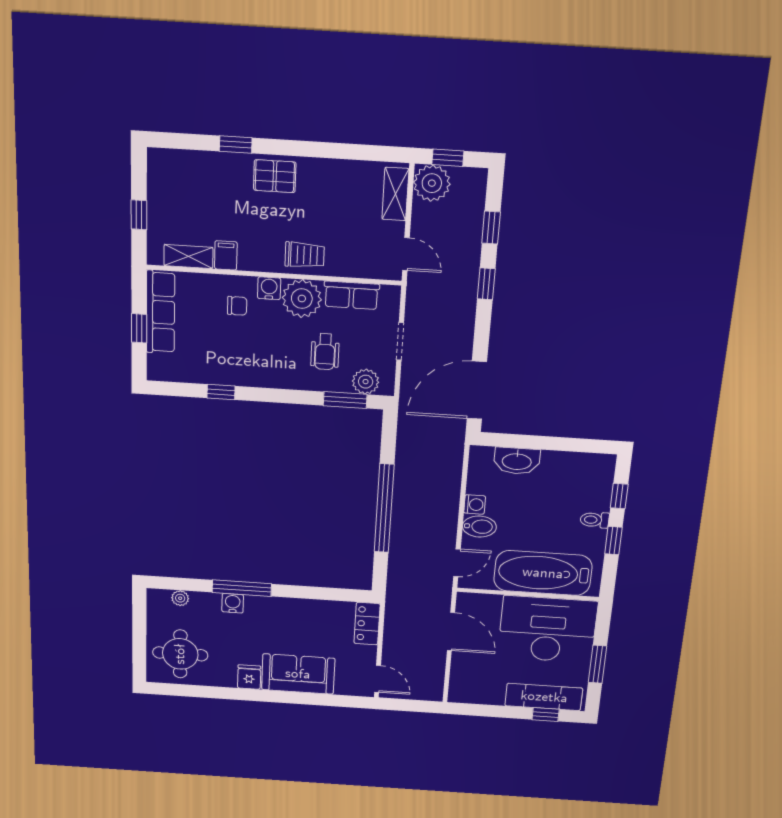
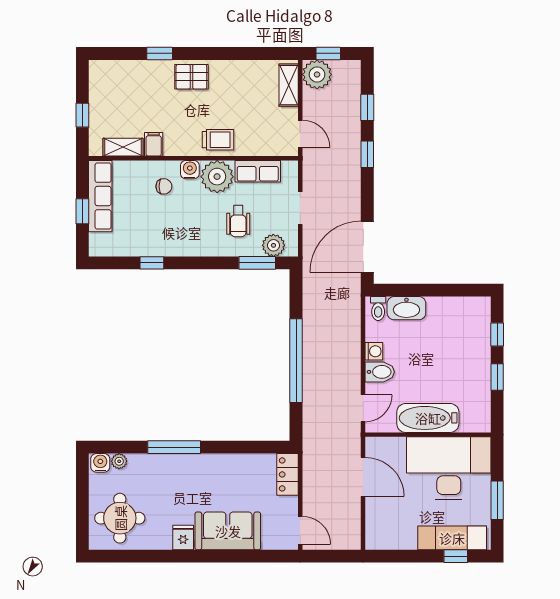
toilet: (595, 520) -> (378, 309), moved, turned -90
bathtub: (543, 573) -> (428, 418), width x0.73, depth x0.73
water cooler: (233, 603) -> (100, 463), moved

